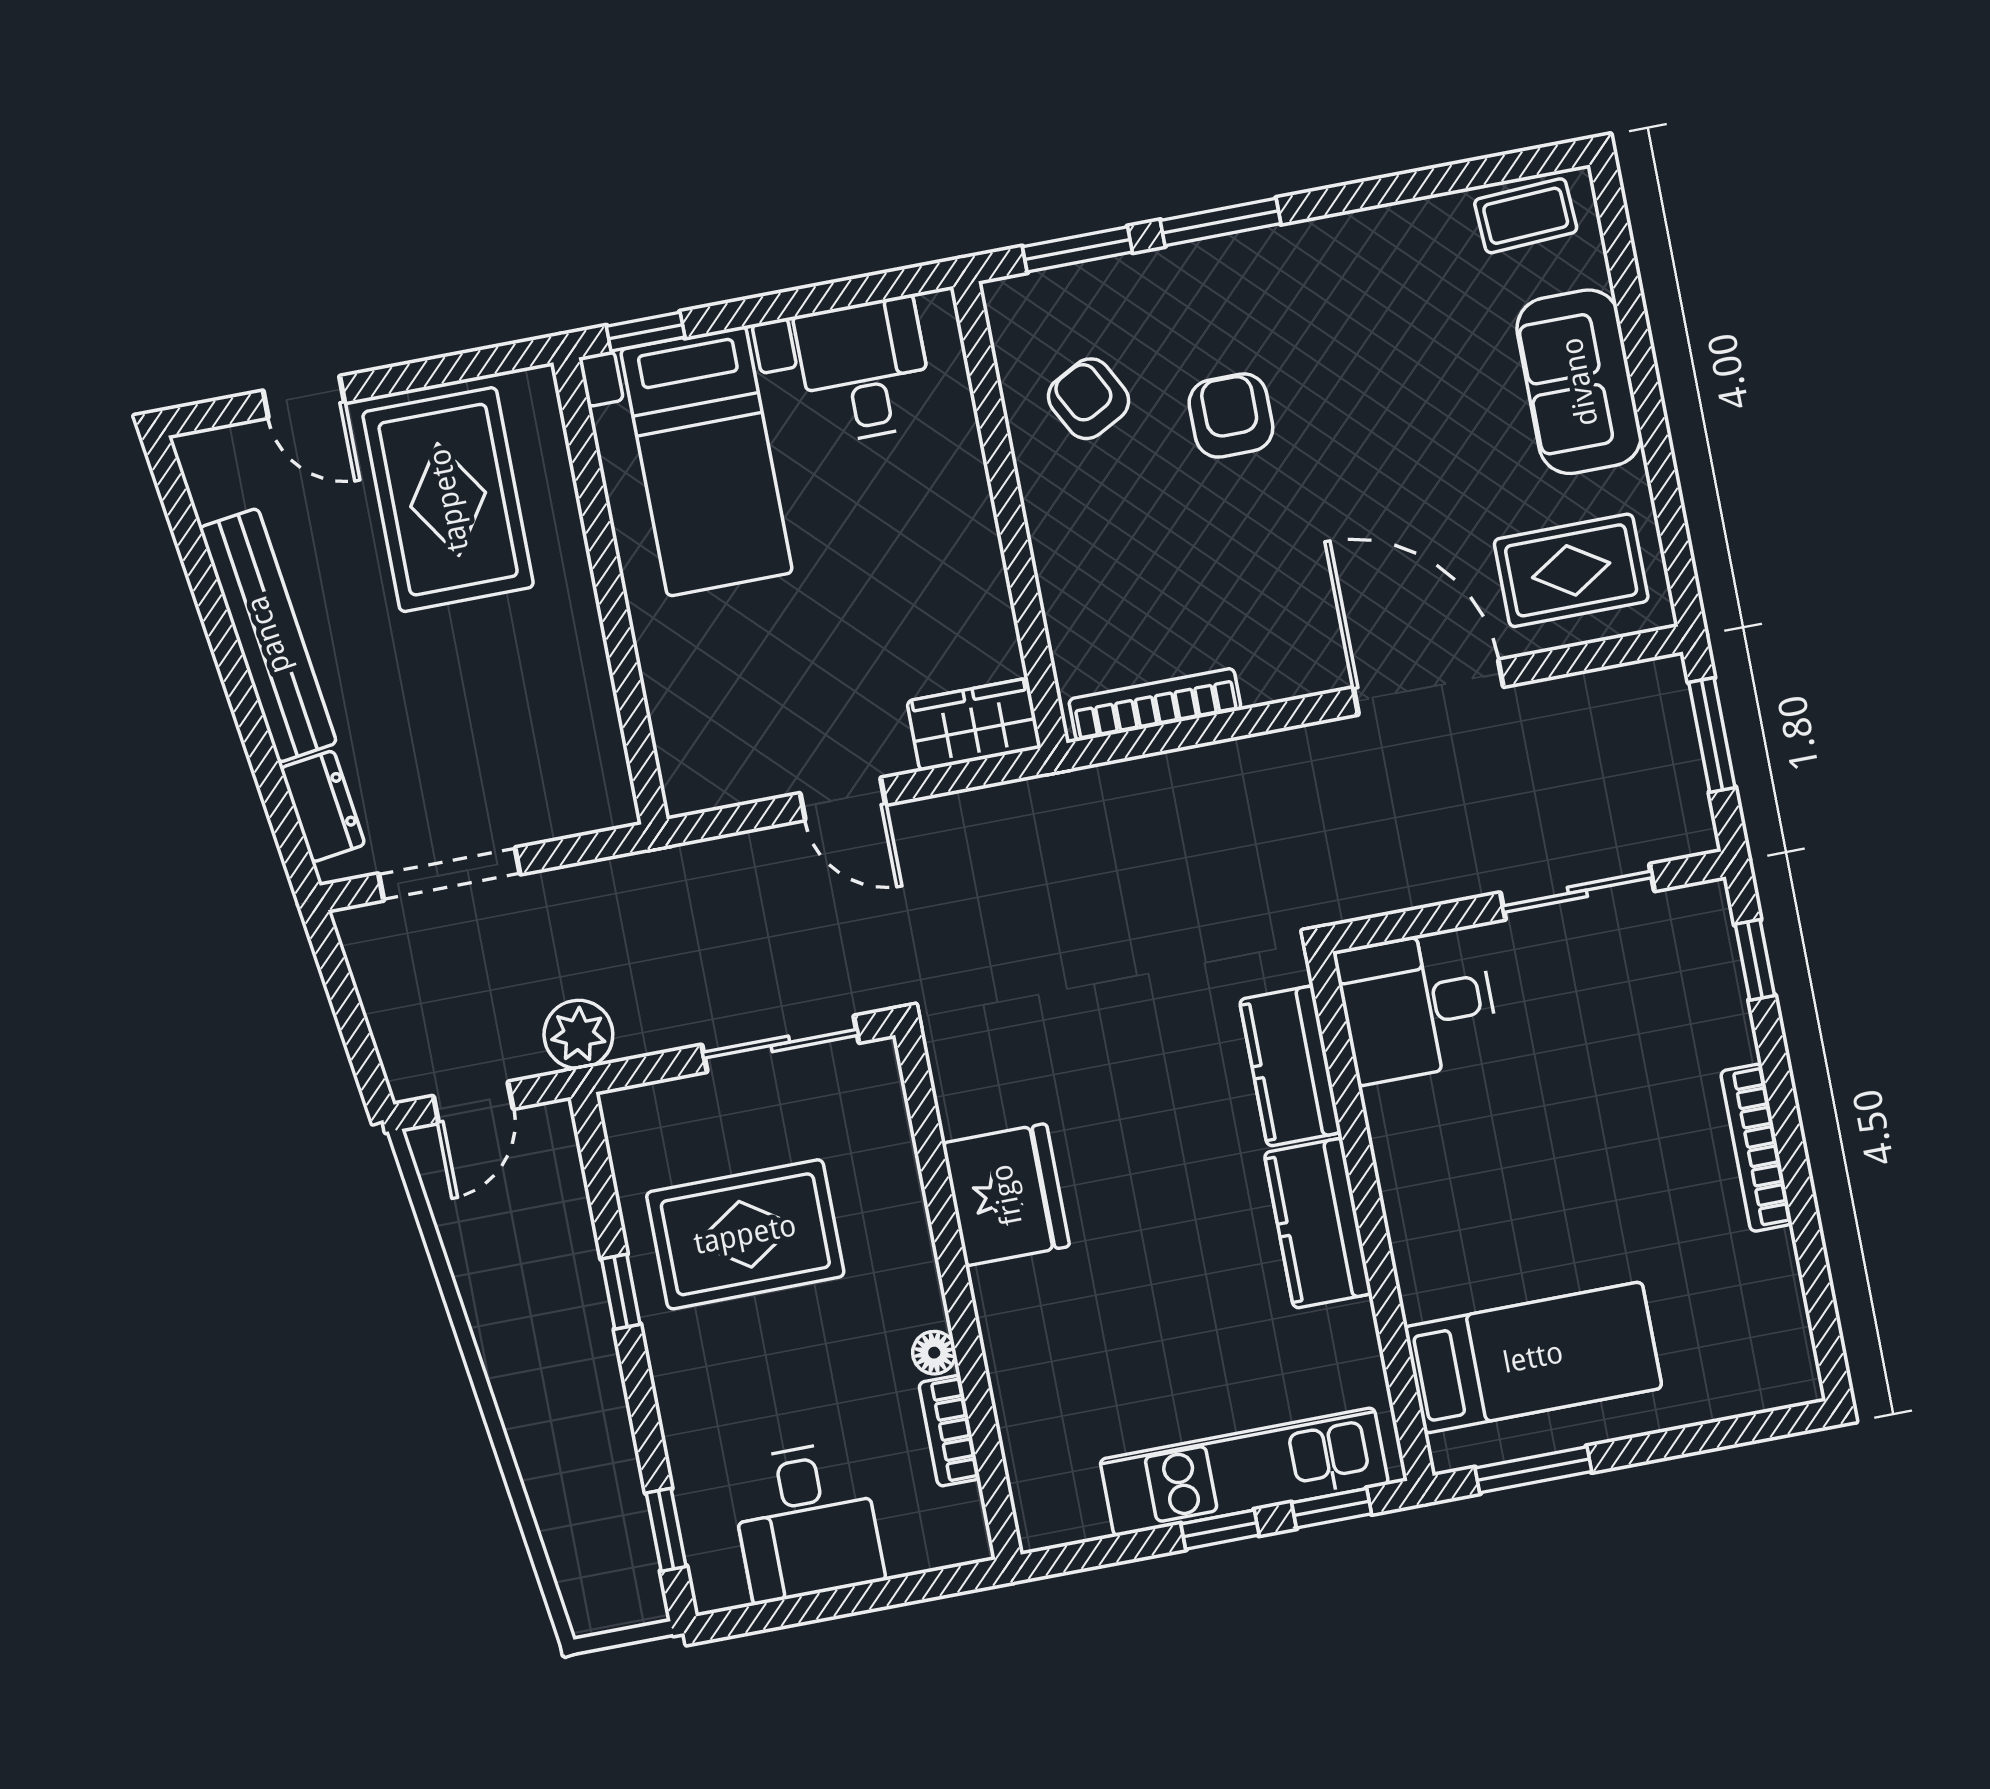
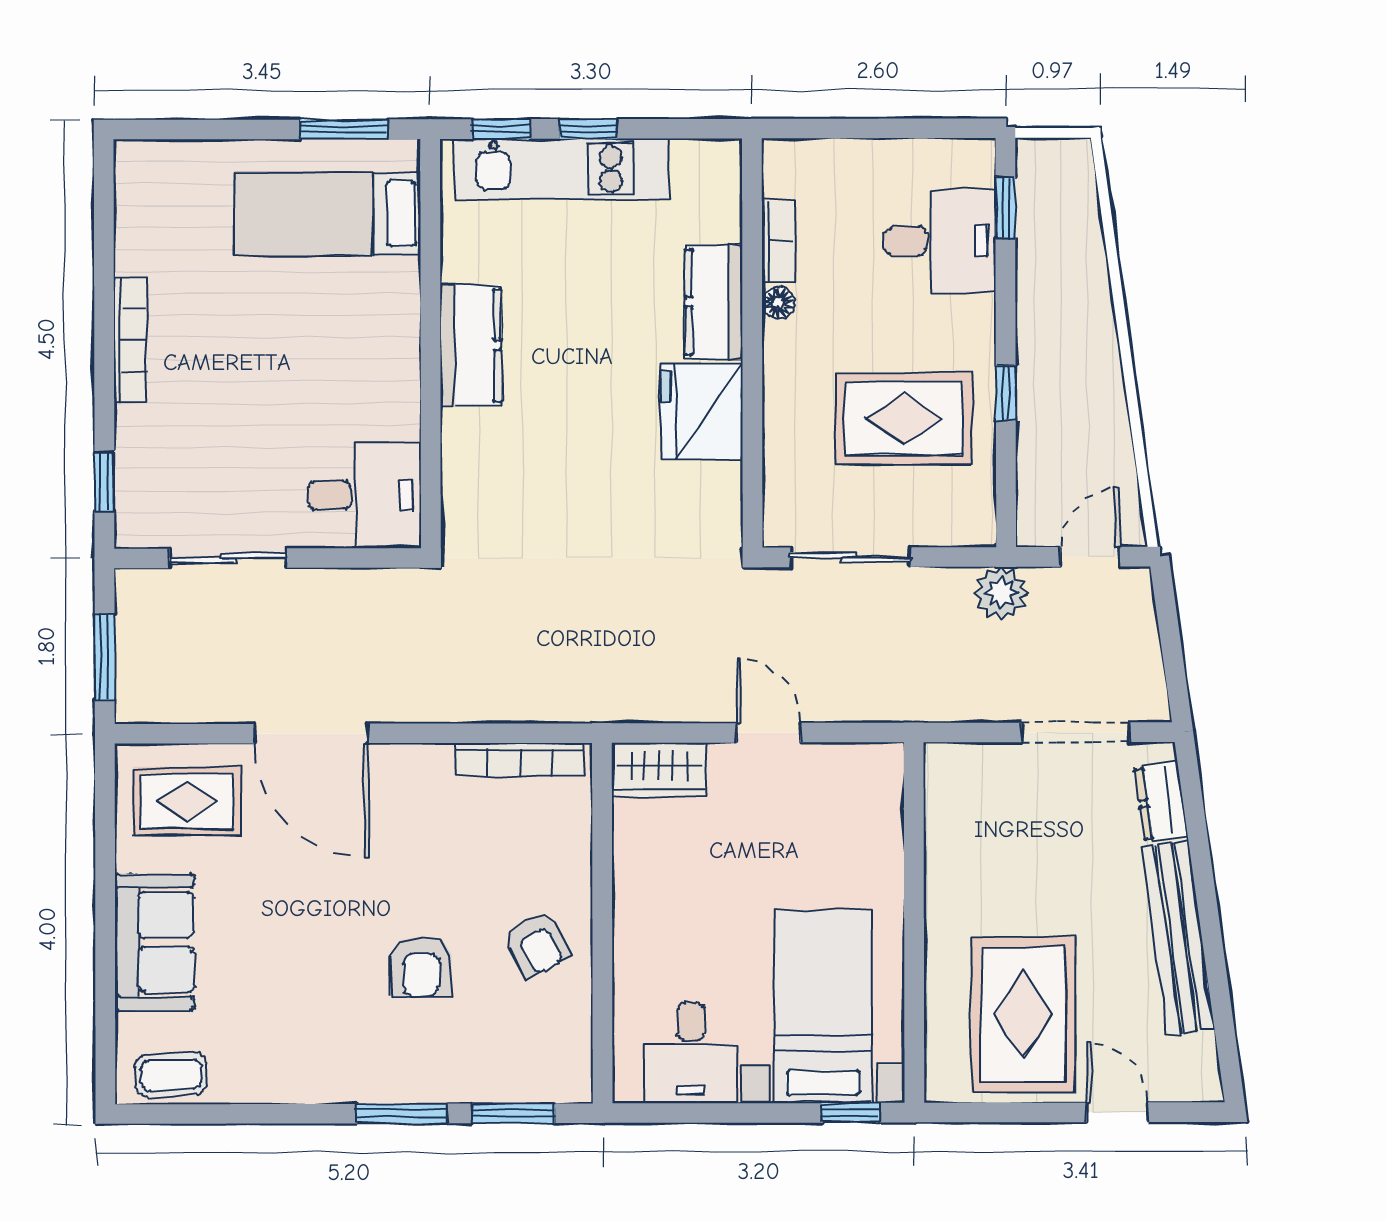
armchair: (1089, 399) -> (537, 944), moved
kitchen counter: (1290, 1066) -> (714, 302), moved, turned 180
desk: (806, 1521) -> (940, 241), moved, turned 90

